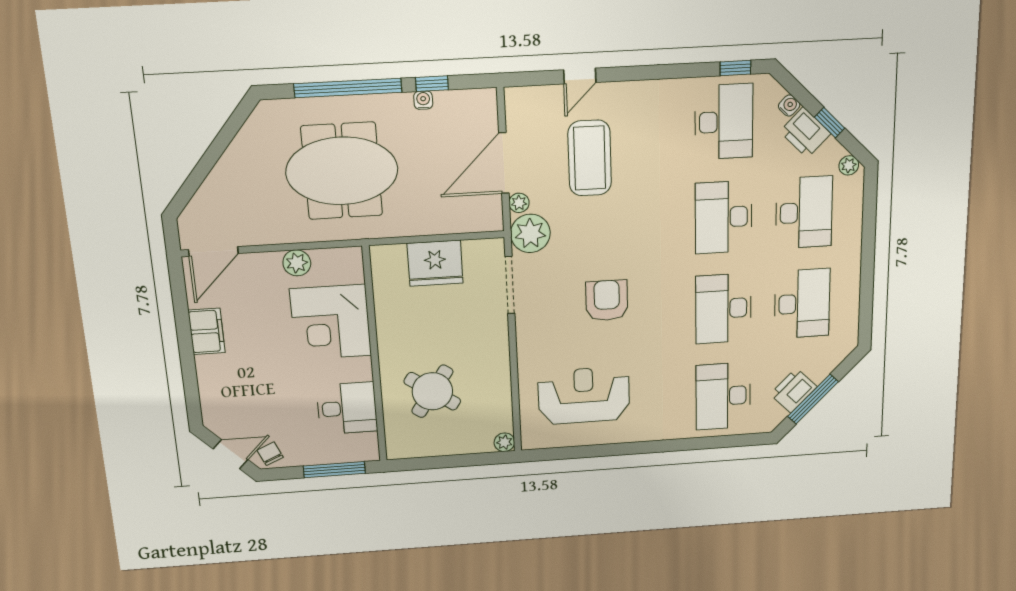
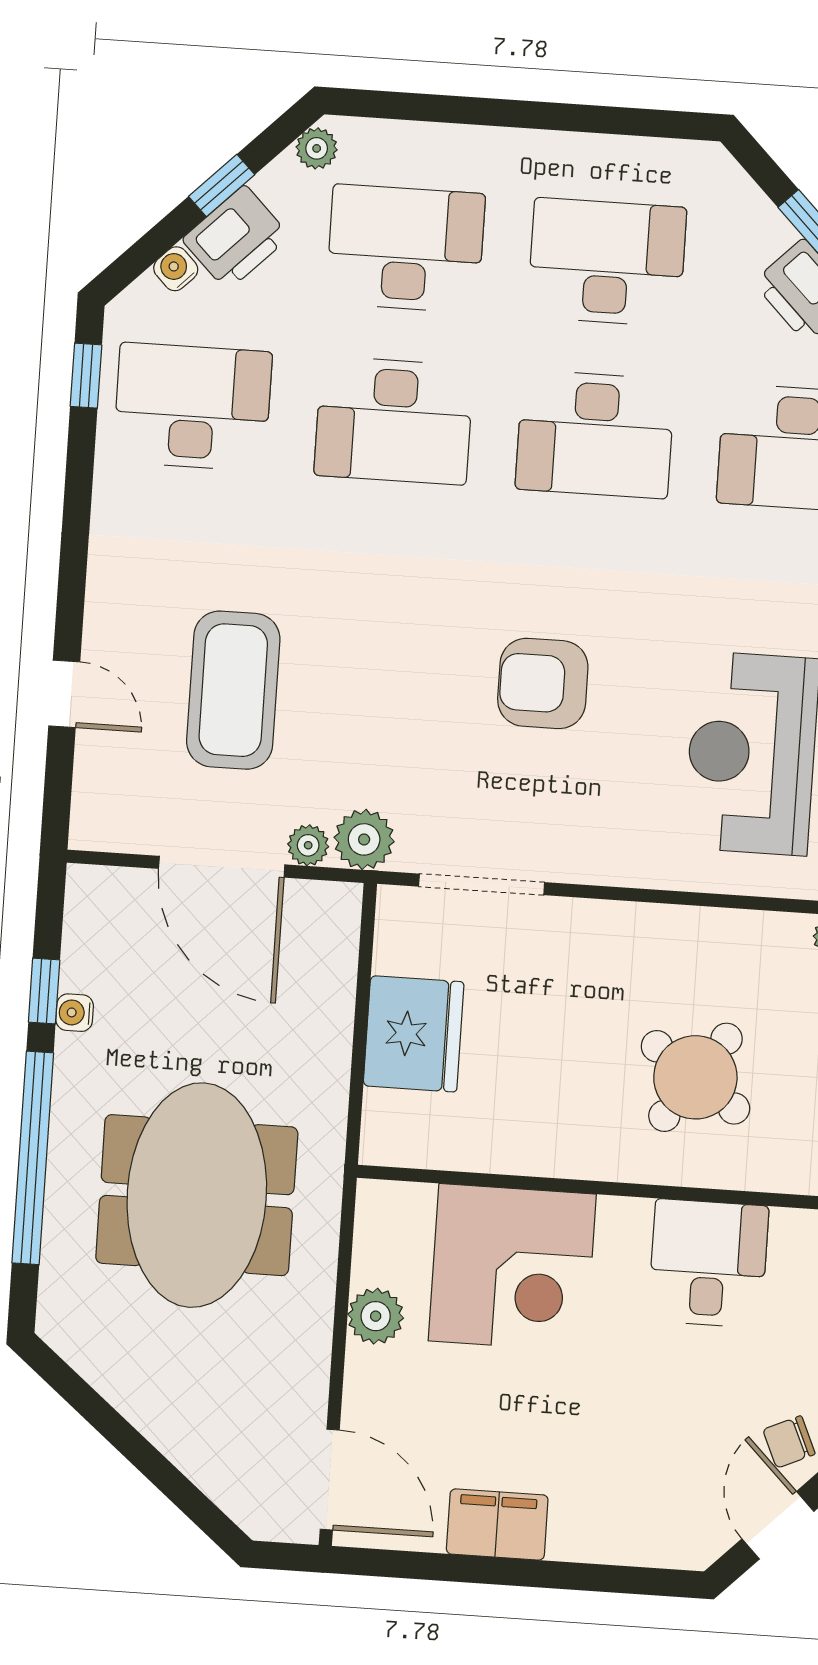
coffee table: (590, 158) -> (233, 690), turned 90
plant: (530, 233) -> (364, 839), width x0.73, depth x0.73

